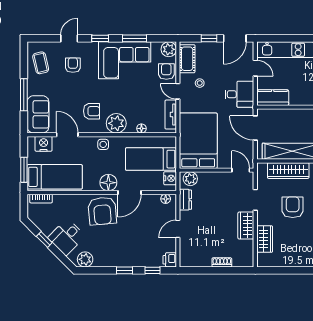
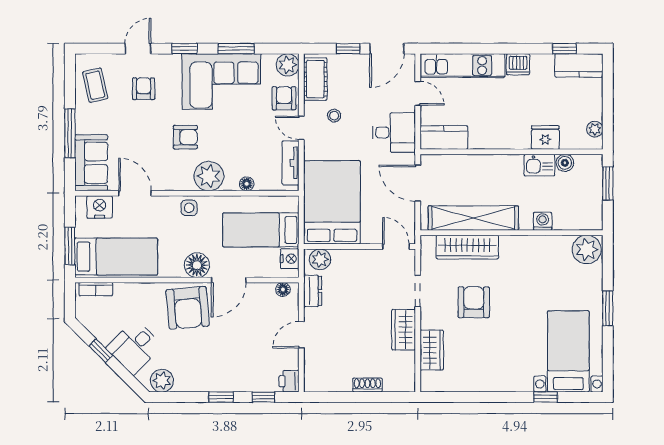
armchair: (92, 111) -> (185, 137), moved

